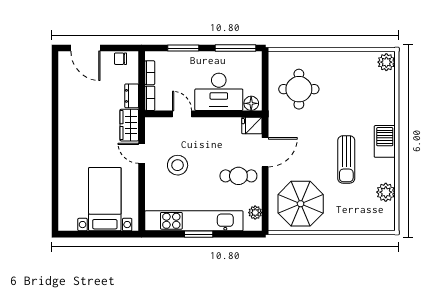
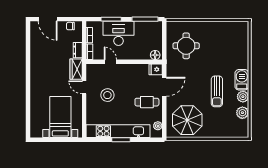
plant: (386, 62) -> (243, 97), moved
desk: (219, 92) -> (119, 33), moved, turned 180

